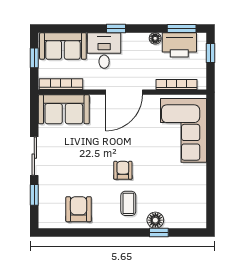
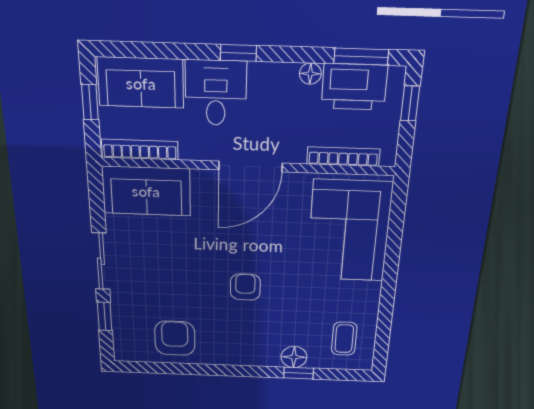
coffee table: (128, 203) -> (344, 339), moved

